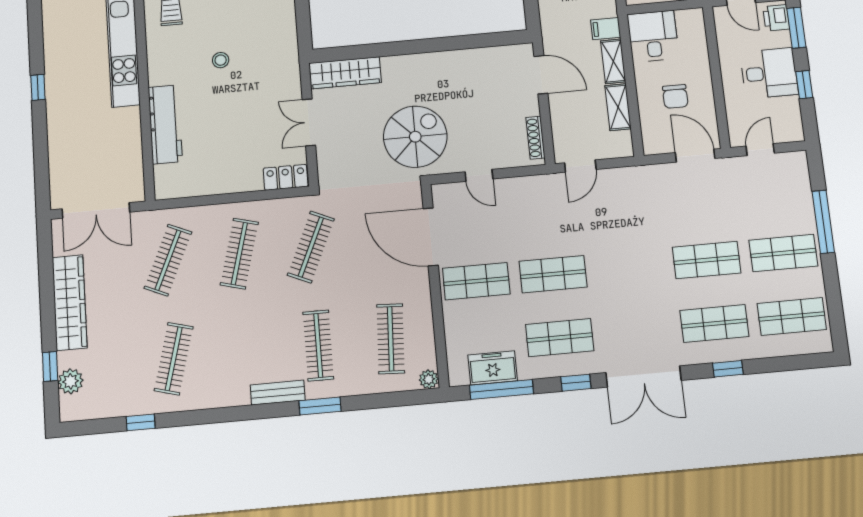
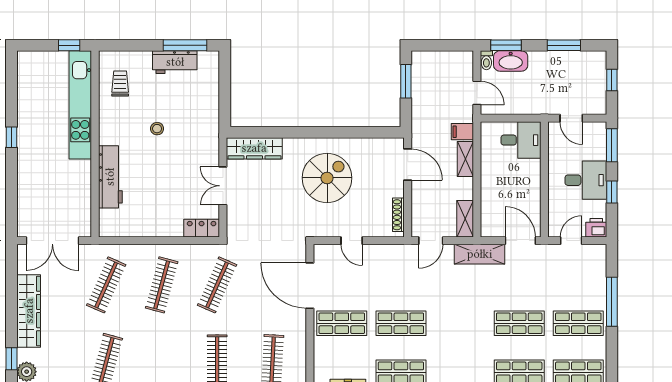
printer: (776, 18) -> (596, 228), moved, turned 90
desk: (653, 36) -> (521, 140), moved, turned 90
chair: (675, 96) -> (511, 192), removed
shelving: (618, 107) -> (465, 219), moved
spiral stairs: (415, 137) -> (327, 178), moved
shelving: (645, 177) -> (480, 254), added

